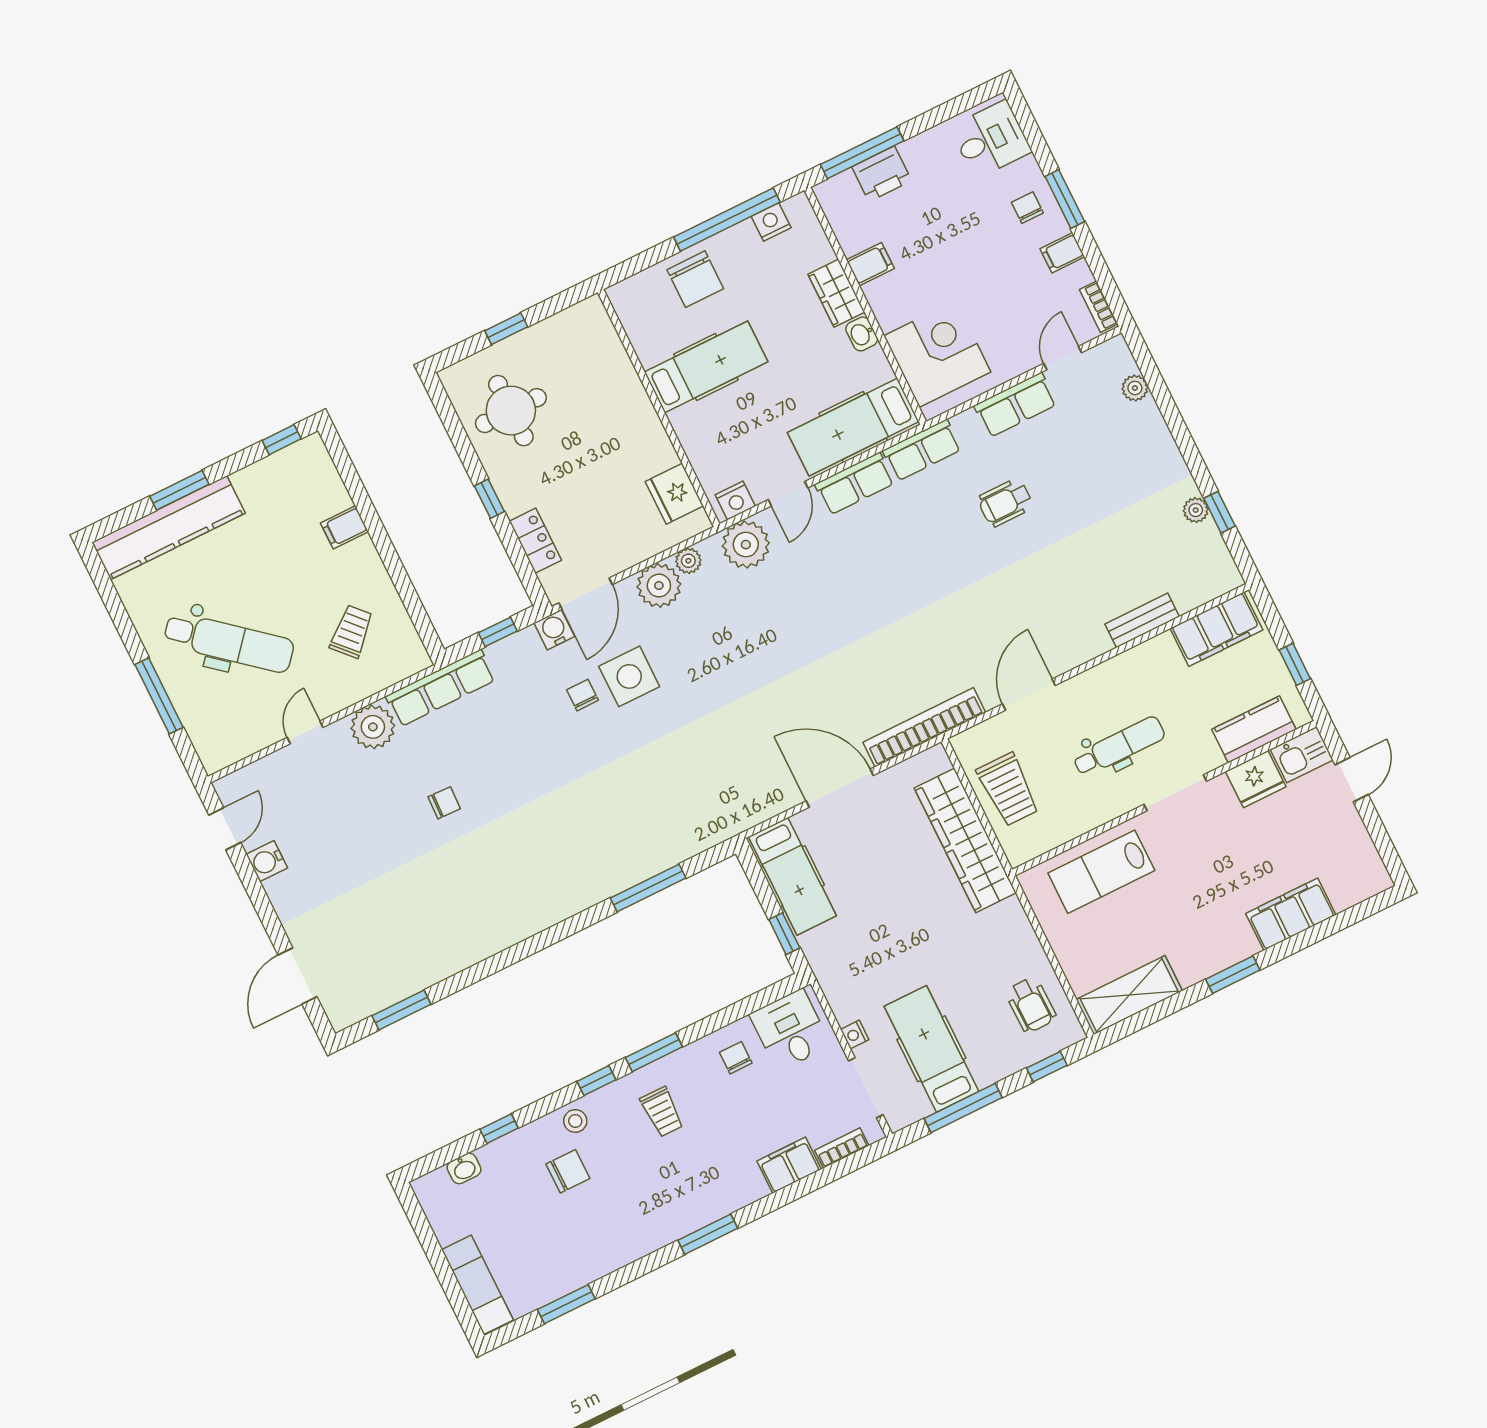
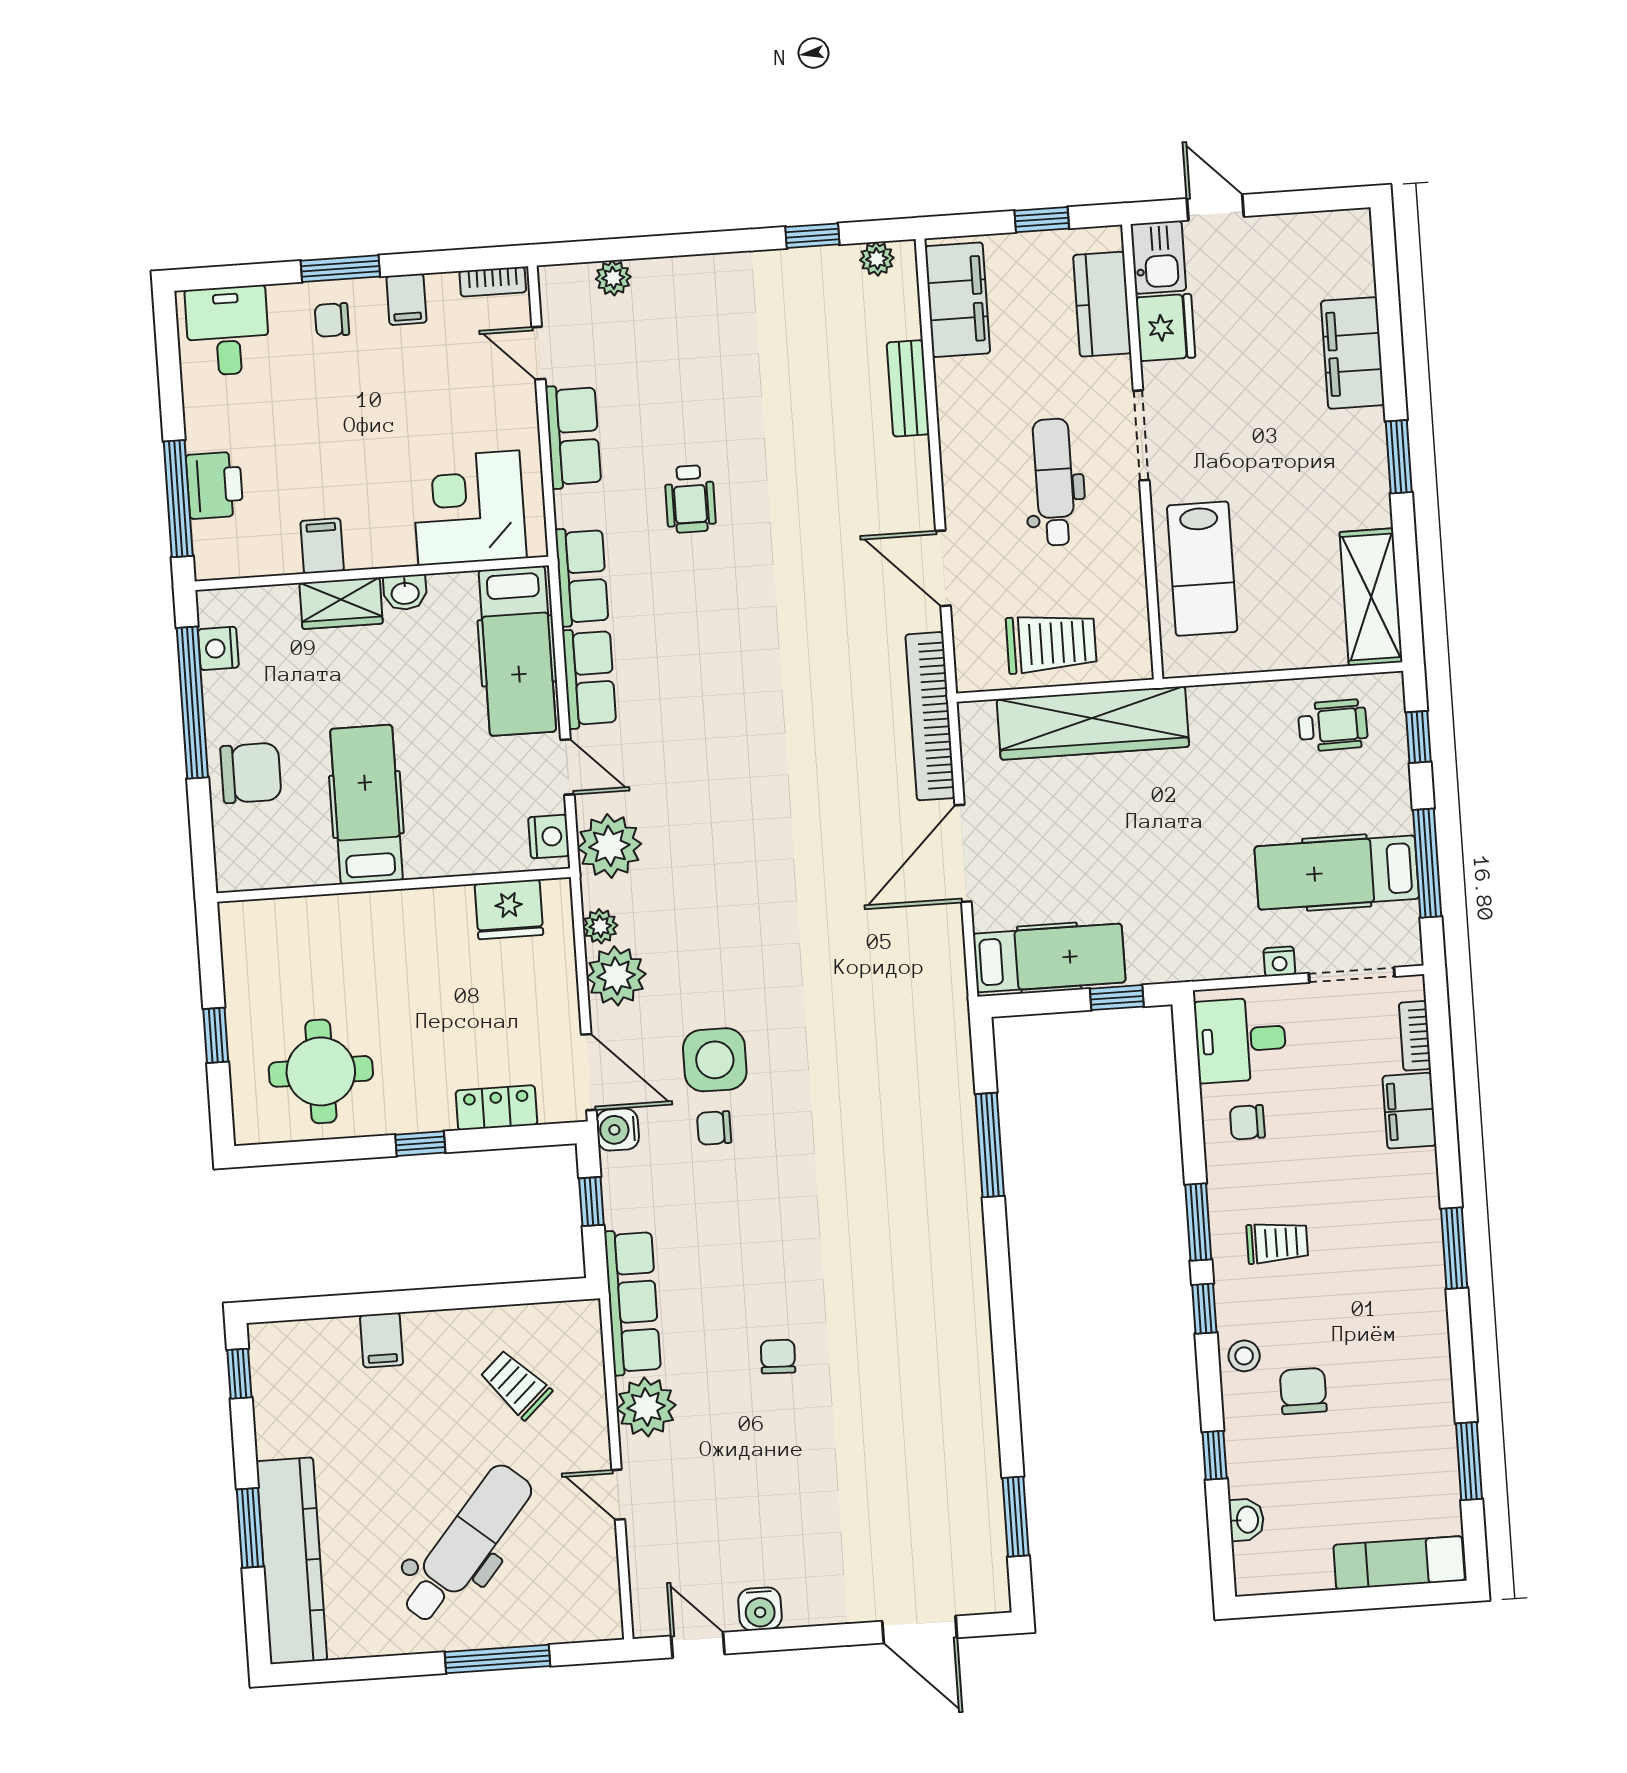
plant: (1196, 510) -> (877, 259), moved

